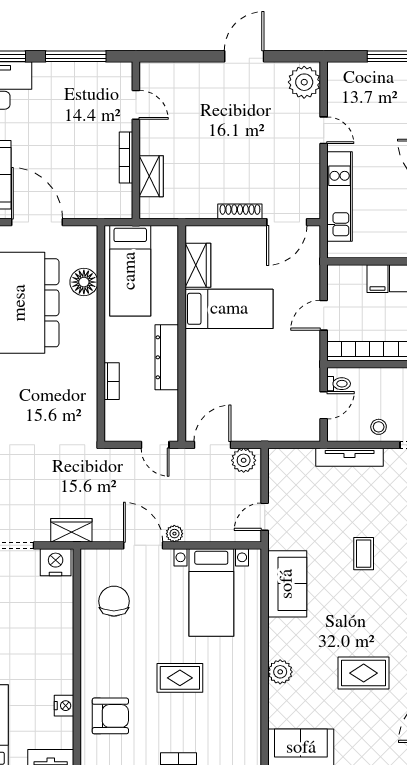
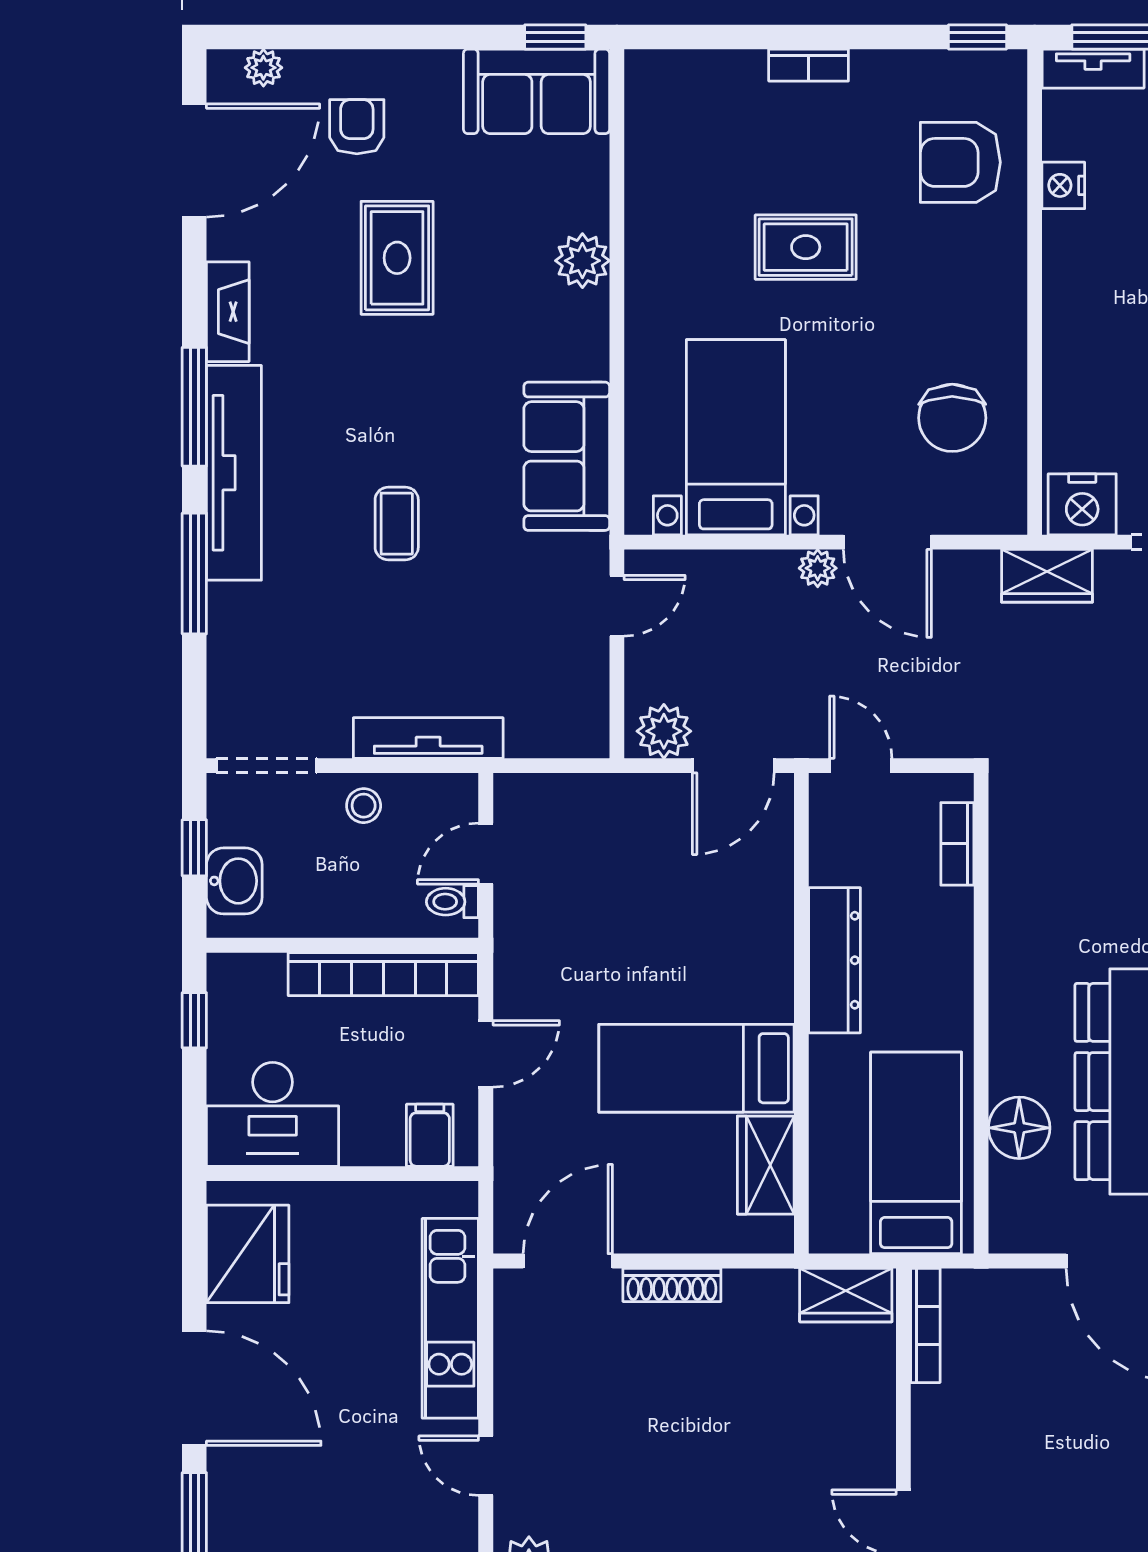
bookcase: (126, 157) -> (925, 1325), moved
wardrobe: (151, 176) -> (846, 1295), moved, turned -90
filing cabinet: (378, 279) -> (430, 1135), moved
bookcase: (112, 381) -> (957, 844), moved
rug: (364, 673) -> (397, 258), turned 90
armchair: (382, 732) -> (357, 127), added

